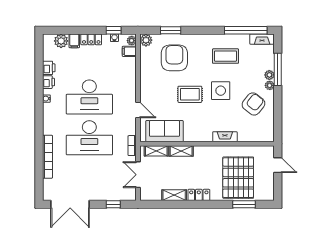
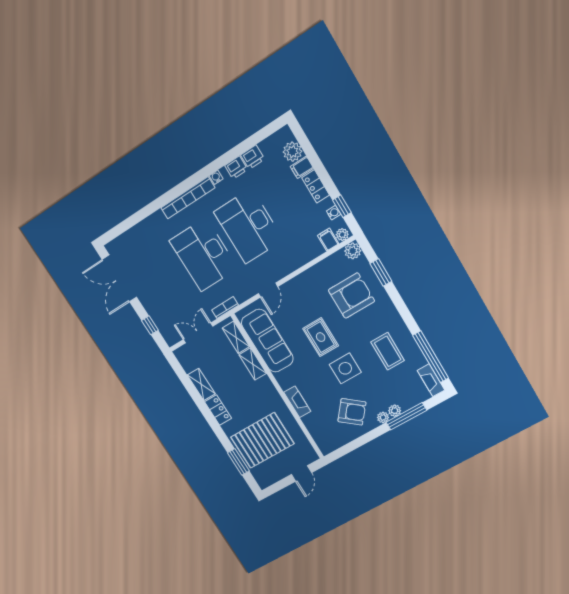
sofa: (164, 131) -> (267, 341), width x1.36
bookcase: (47, 157) -> (188, 198), moved

